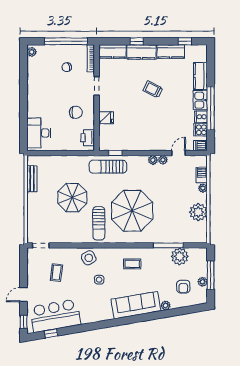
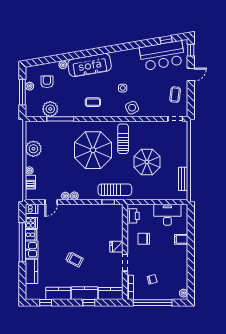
filing cabinet: (34, 112) -> (181, 239), added
fridge: (106, 118) -> (116, 247), moved
desk: (39, 133) -> (167, 215), moved, turned -90
coffee table: (57, 273) -> (175, 95), moved

